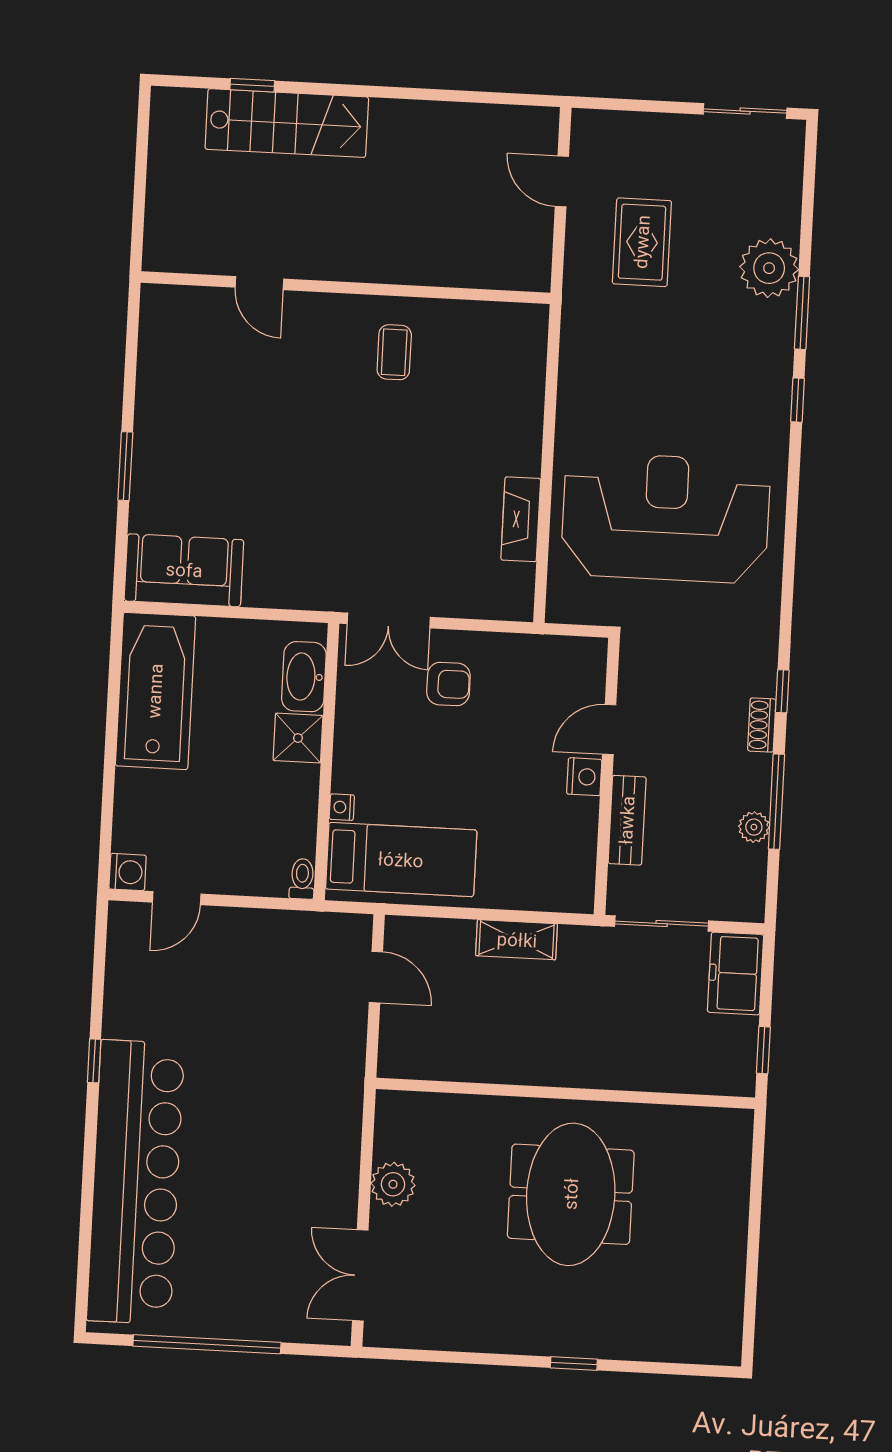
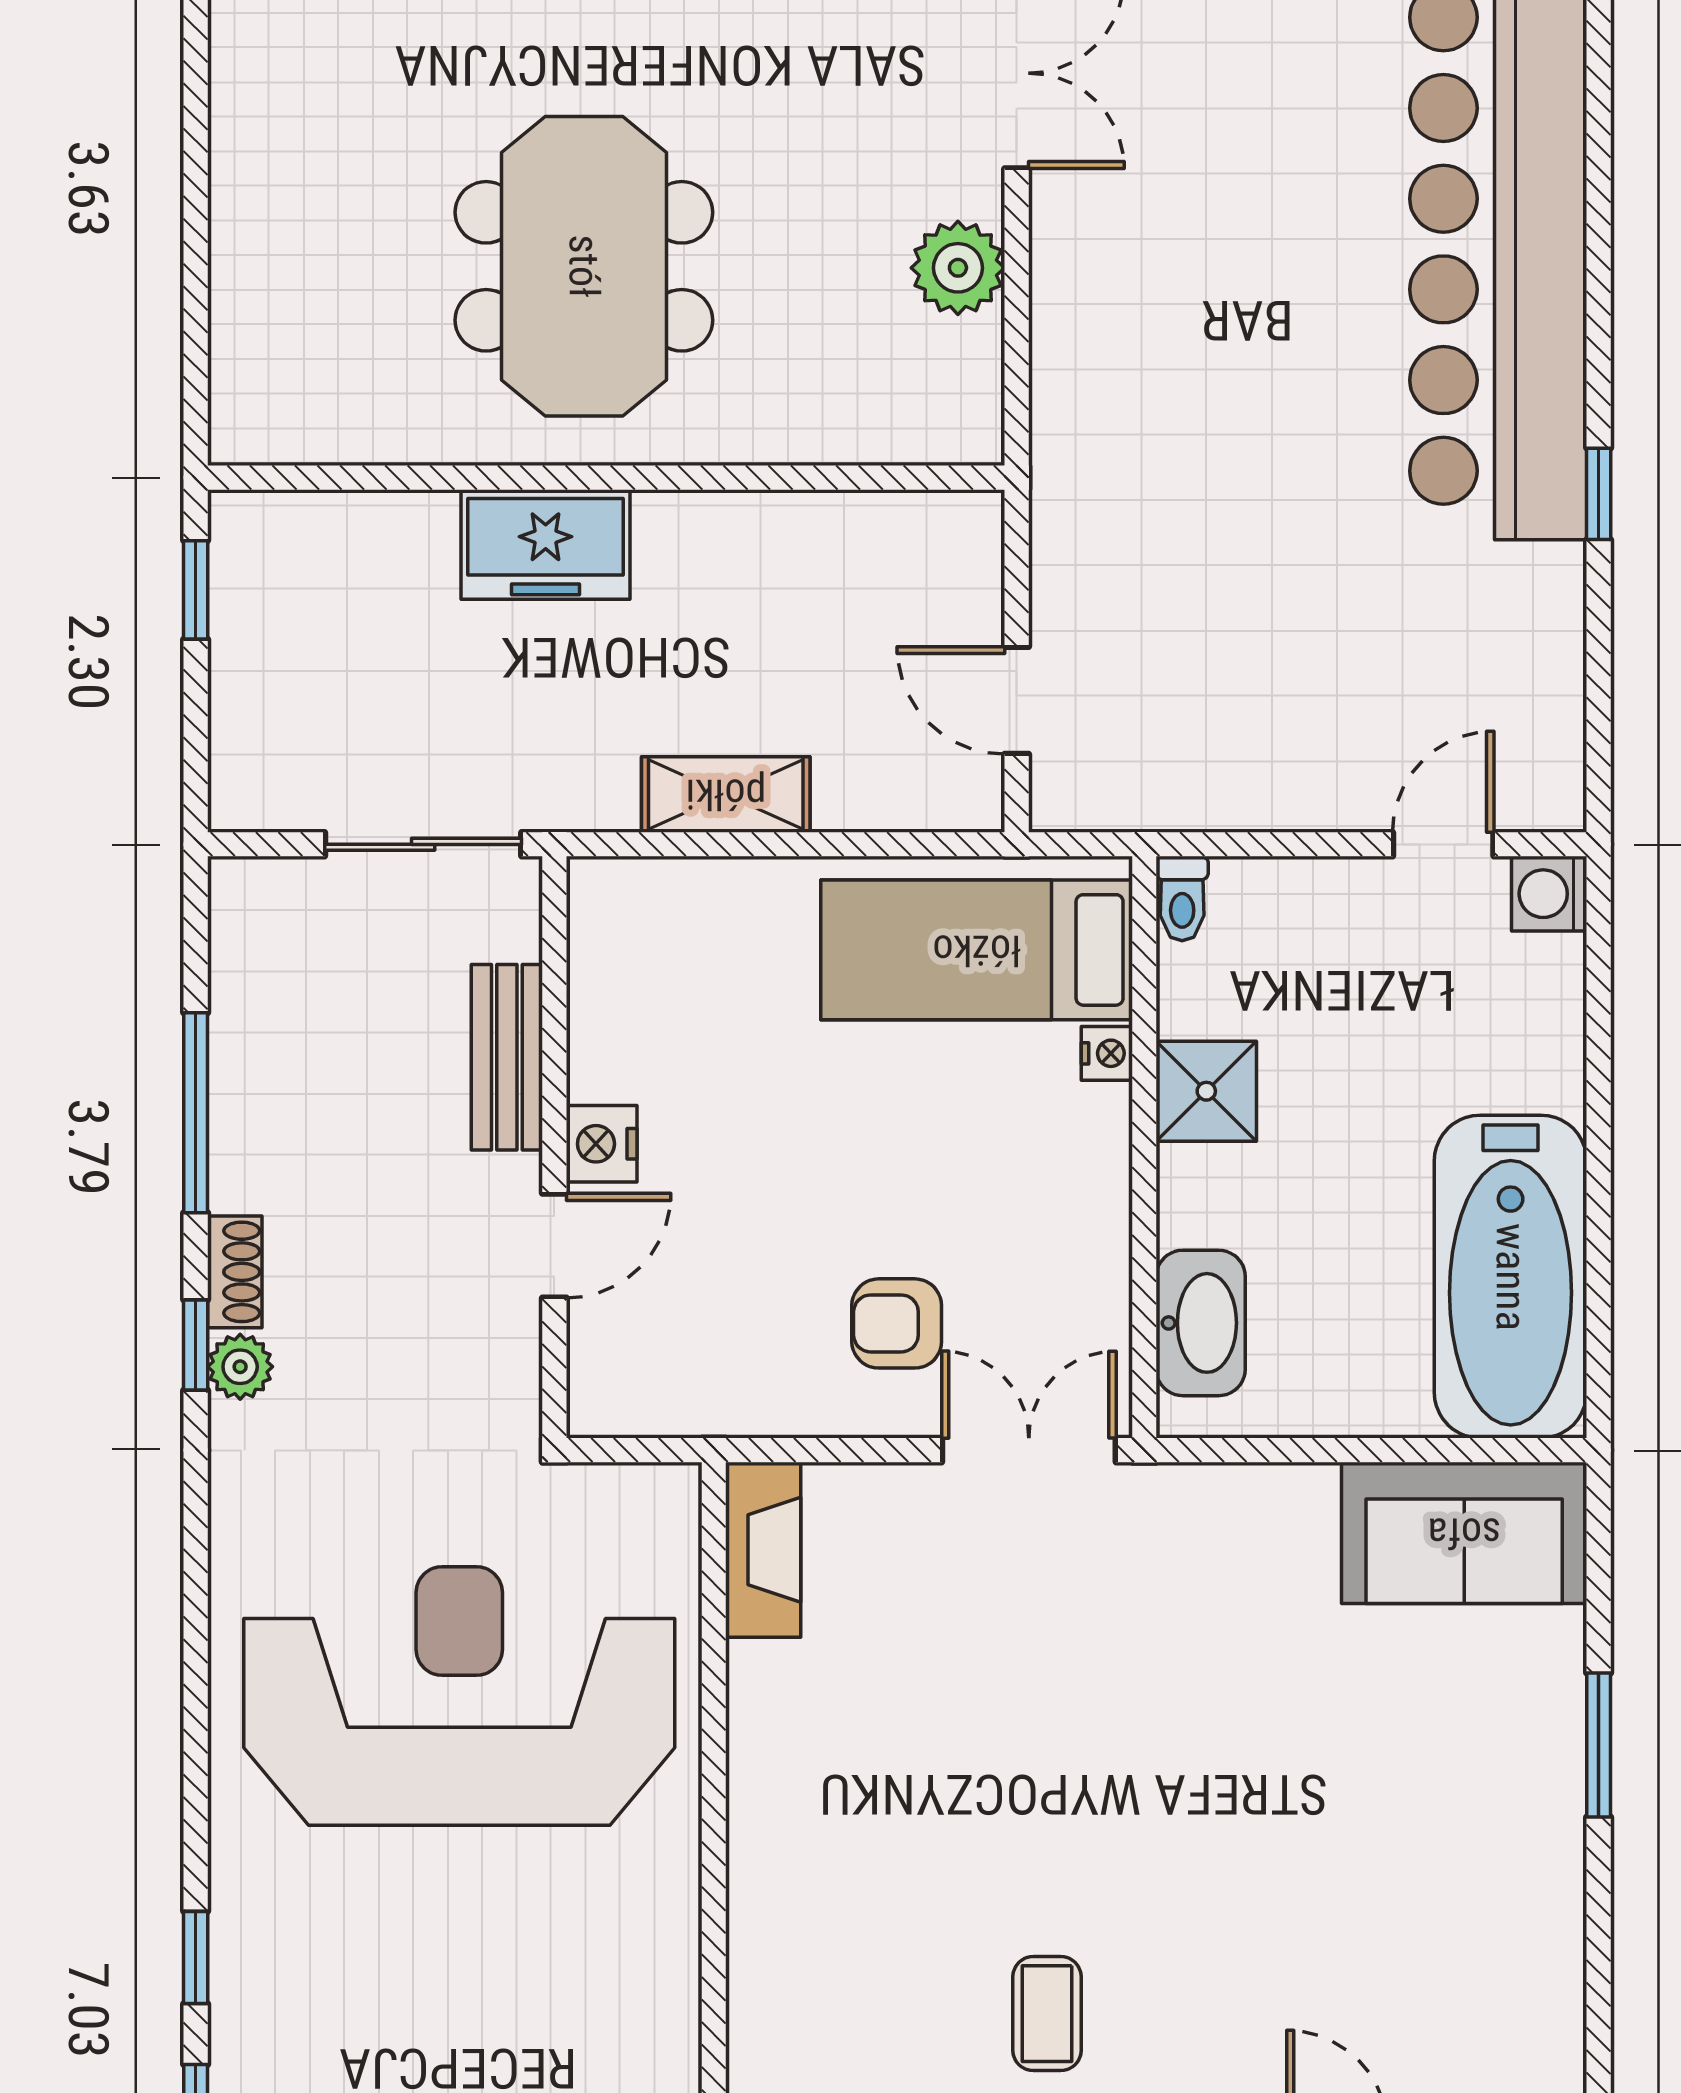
reception desk: (666, 518) -> (459, 1696), turned 180
fireplace: (521, 519) -> (763, 1550), moved
shower: (298, 738) -> (1206, 1091), moved
plant: (754, 827) -> (240, 1367), moved
freezer: (736, 973) -> (546, 544), moved, turned 90

